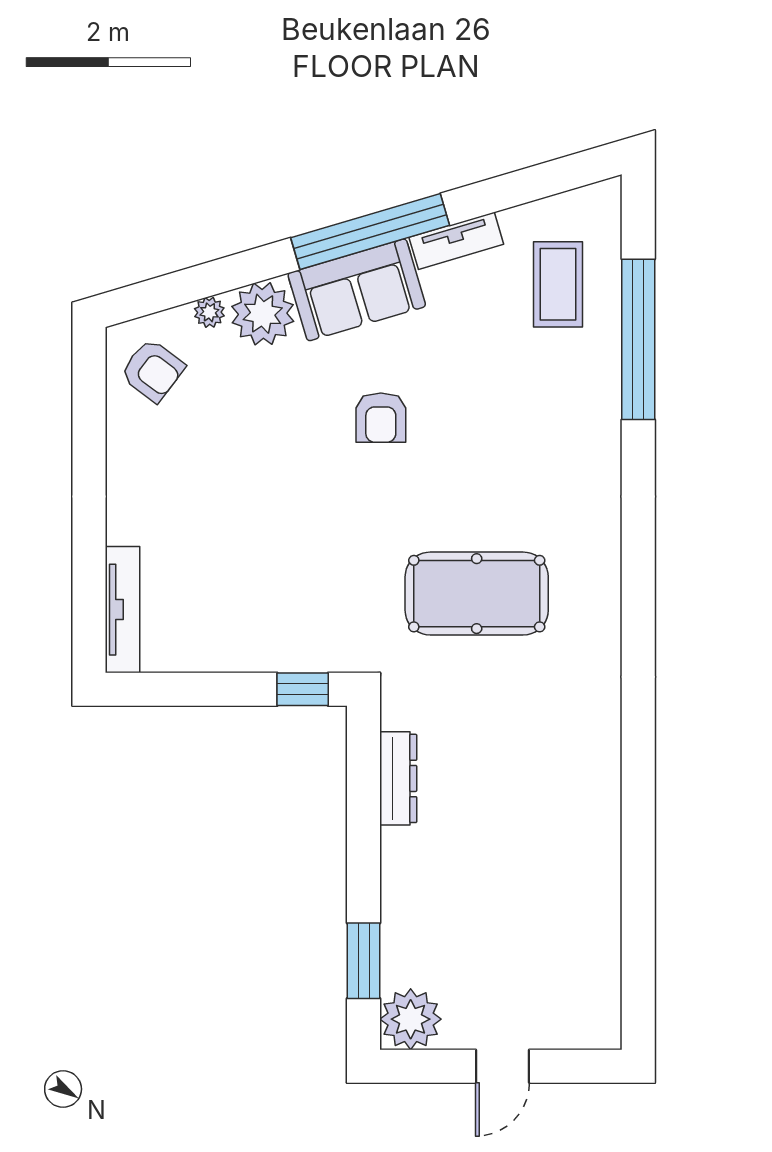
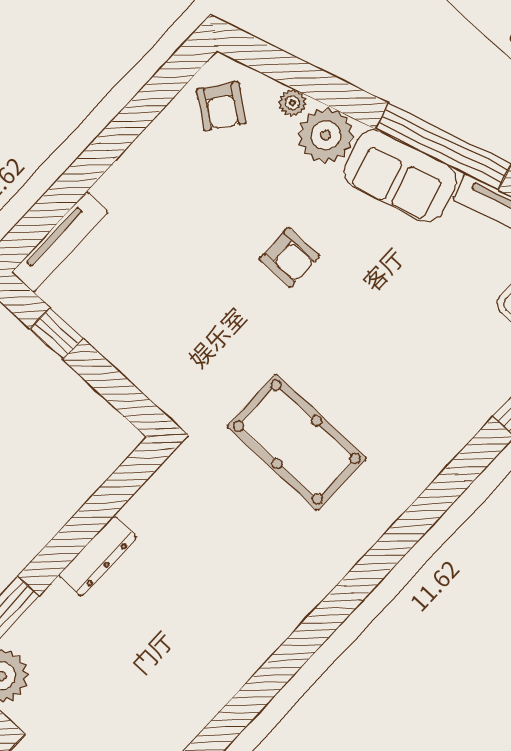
armchair: (381, 418) -> (289, 258), moved, turned -90
window: (303, 689) -> (57, 334), moved
dresser: (398, 778) -> (98, 556), moved

